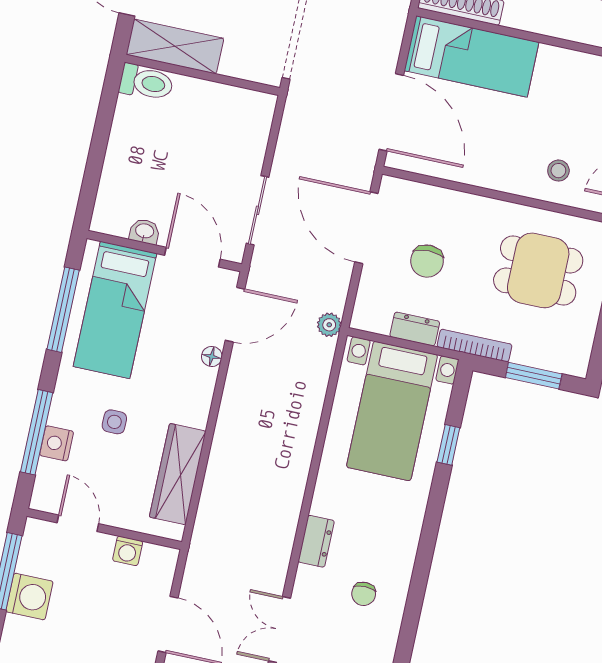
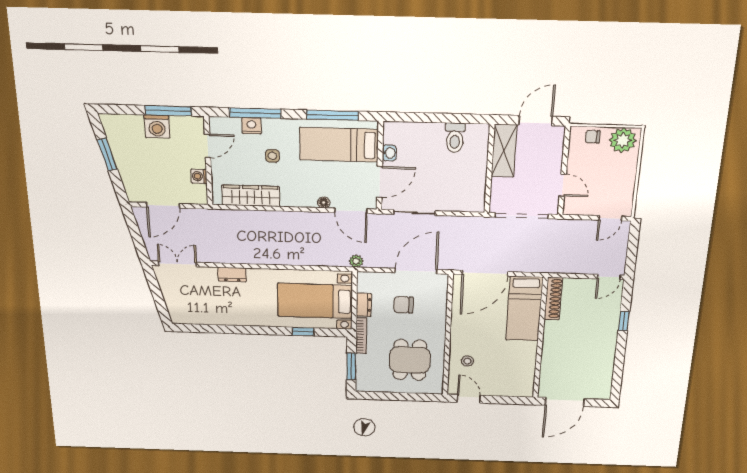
toilet: (146, 83) -> (455, 138), moved
chair: (364, 594) -> (210, 303), removed

